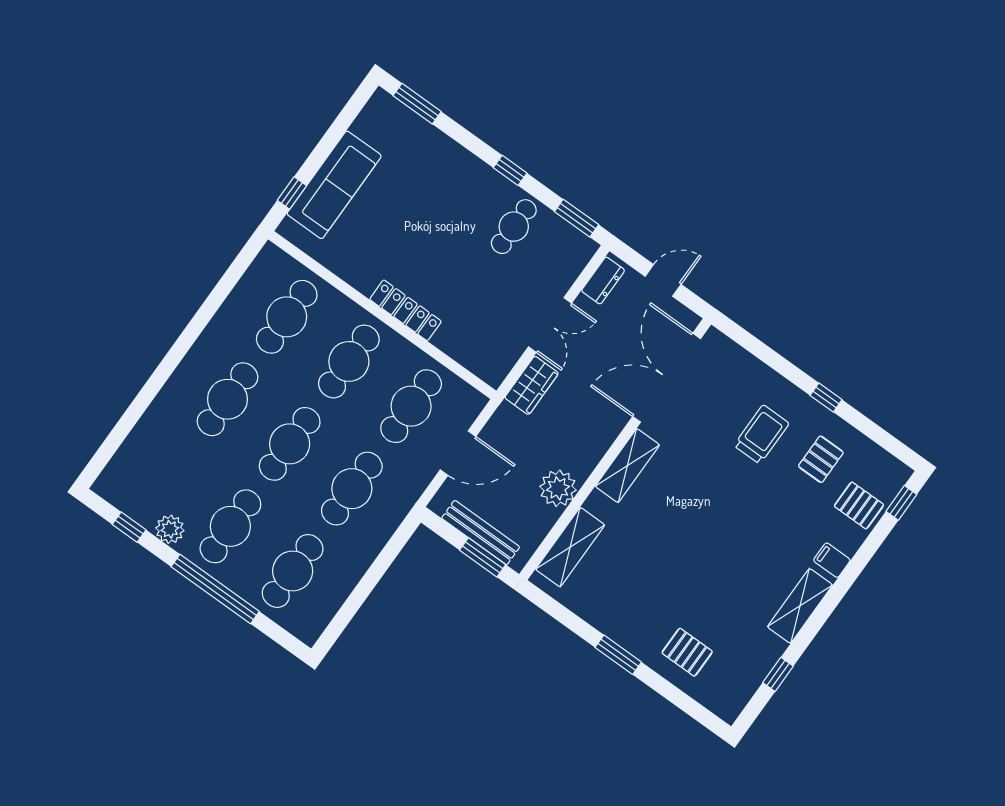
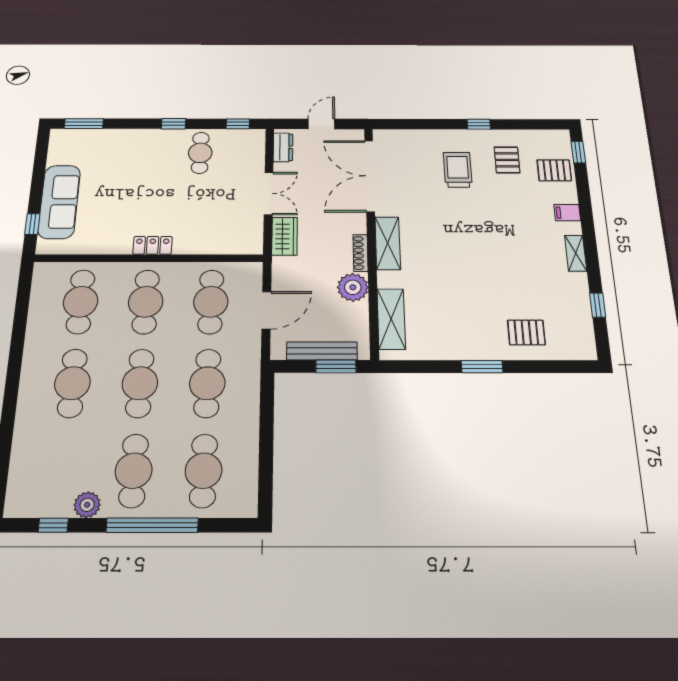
window: (577, 218) -> (238, 124), width x0.67
locker: (405, 310) -> (152, 245), width x0.66
shoe rack: (593, 457) -> (360, 253), added
shelving: (800, 606) -> (576, 253), width x0.67, depth x0.75

